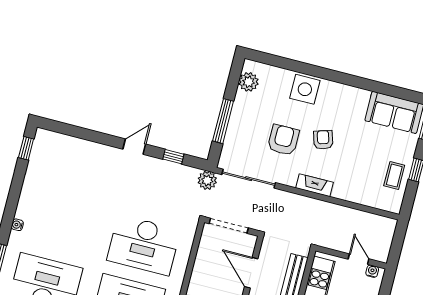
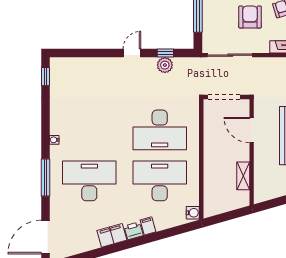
plant: (207, 180) -> (165, 65), moved

